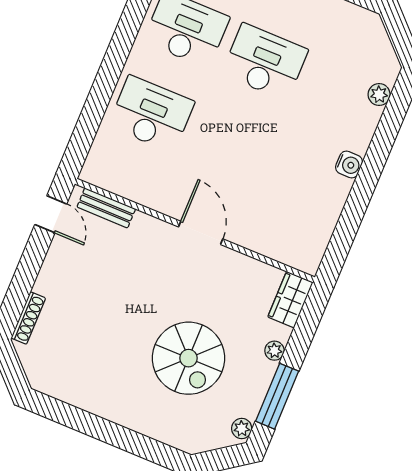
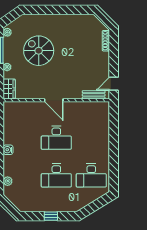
desk: (151, 114) -> (56, 138), moved
door: (51, 214) -> (114, 84), hinge flipped

